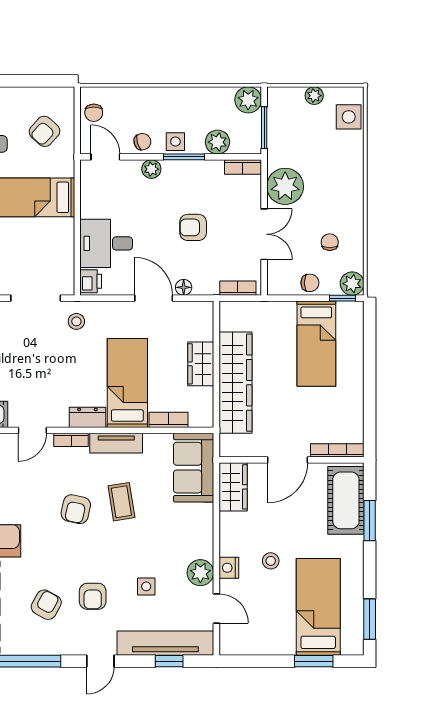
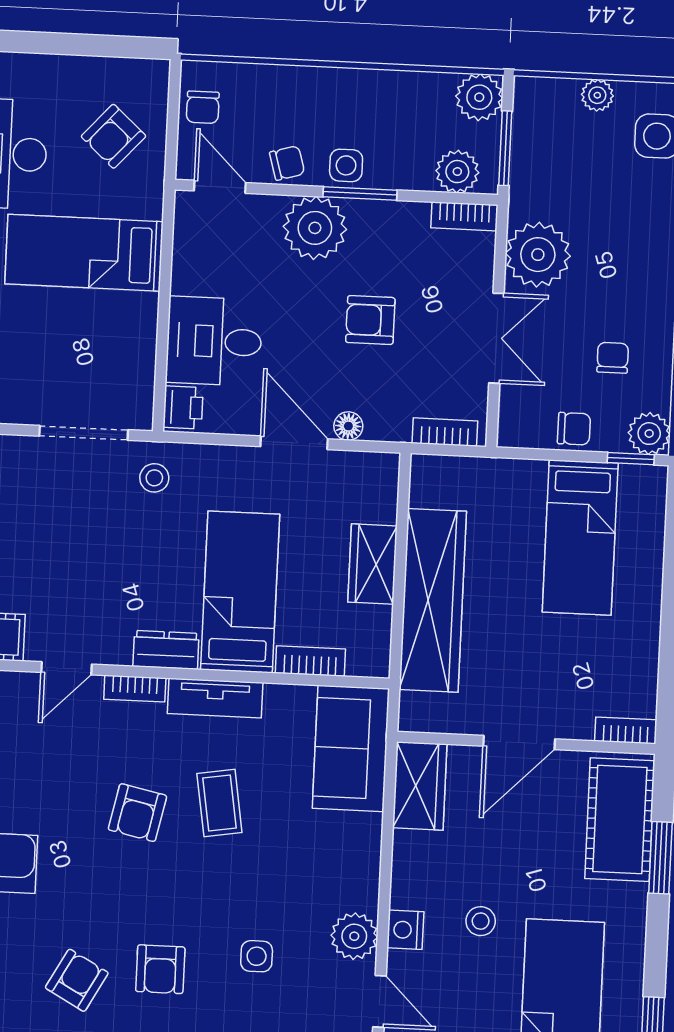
plant: (217, 142) -> (457, 172), moved
plant: (151, 169) -> (315, 228), width x1.87, depth x1.87
bookcase: (337, 450) -> (626, 730), width x0.64

